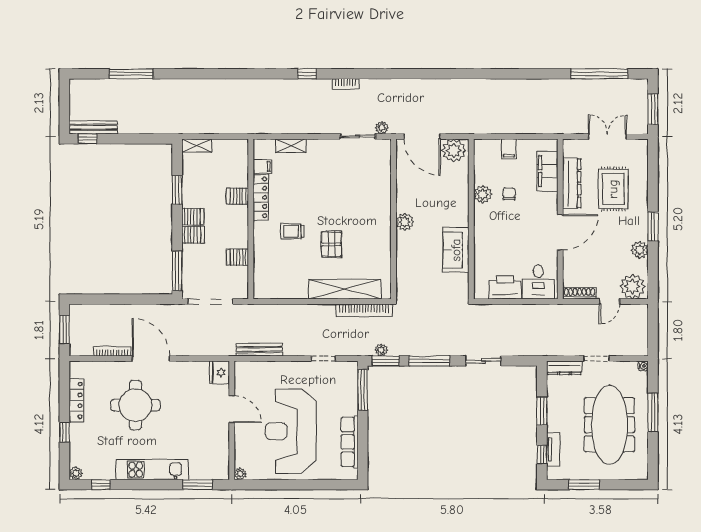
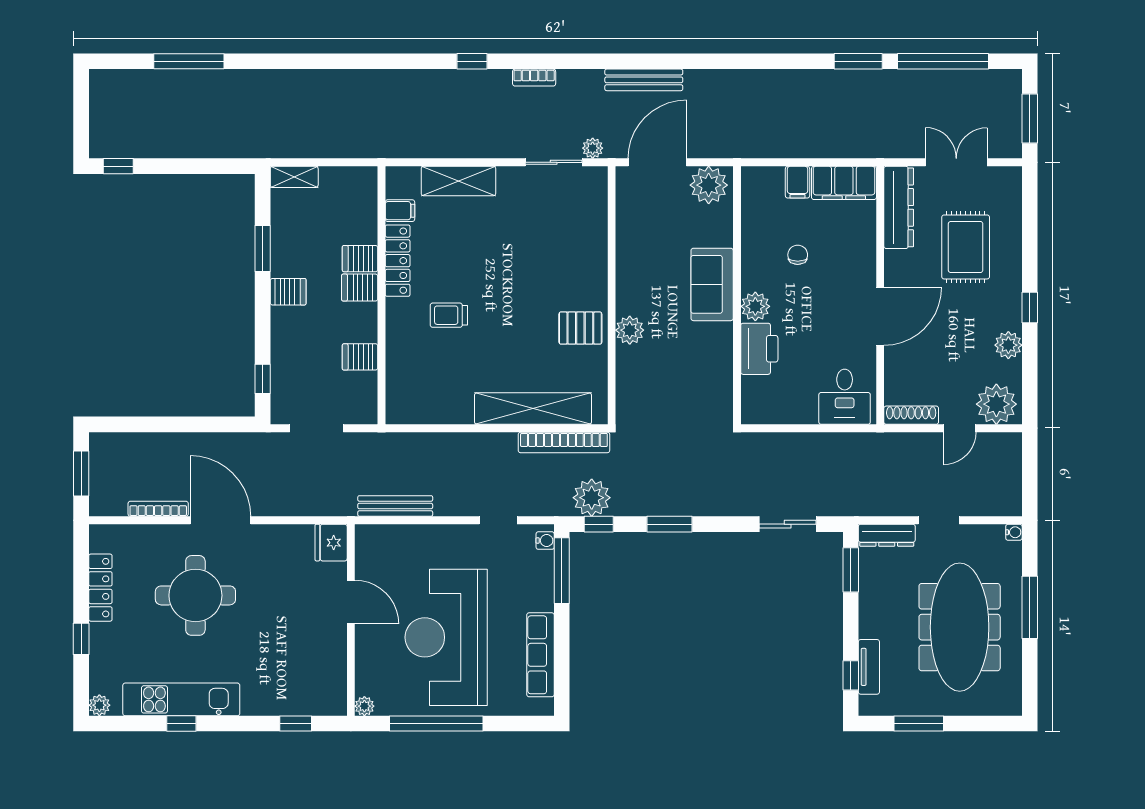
window: (547, 74) -> (858, 61), added
bench: (93, 127) -> (644, 80), moved
door: (422, 136) -> (657, 162), swing flipped
shelving: (291, 146) -> (458, 181), width x1.50, depth x1.33
filing cabinet: (547, 171) -> (844, 183), moved, turned -90
dresser: (572, 183) -> (899, 207), moved
plant: (483, 194) -> (755, 306), moved
plant: (405, 222) -> (630, 330), moved
window: (653, 227) -> (1030, 308), width x0.67
server rack: (193, 235) -> (360, 288), moved, turned 180
pallet: (331, 244) -> (580, 328), moved, turned 90
sofa: (456, 250) -> (712, 284), moved
window: (177, 271) -> (263, 379), width x0.46
printer: (505, 288) -> (759, 349), moved, turned 90
doorway: (210, 301) -> (316, 428), width x0.73
plant: (381, 350) -> (592, 498), width x1.88, depth x1.88
window: (386, 361) -> (599, 524), width x0.67
window: (429, 361) -> (669, 524), width x0.69
sliding door: (483, 361) -> (788, 524), moved
water cooler: (352, 371) -> (545, 541), added
window: (542, 411) -> (851, 570), moved
kitchen unit: (152, 470) -> (181, 699), moved
window: (101, 485) -> (181, 724), moved
window: (198, 485) -> (296, 724), width x0.67
window: (285, 485) -> (436, 724), added

